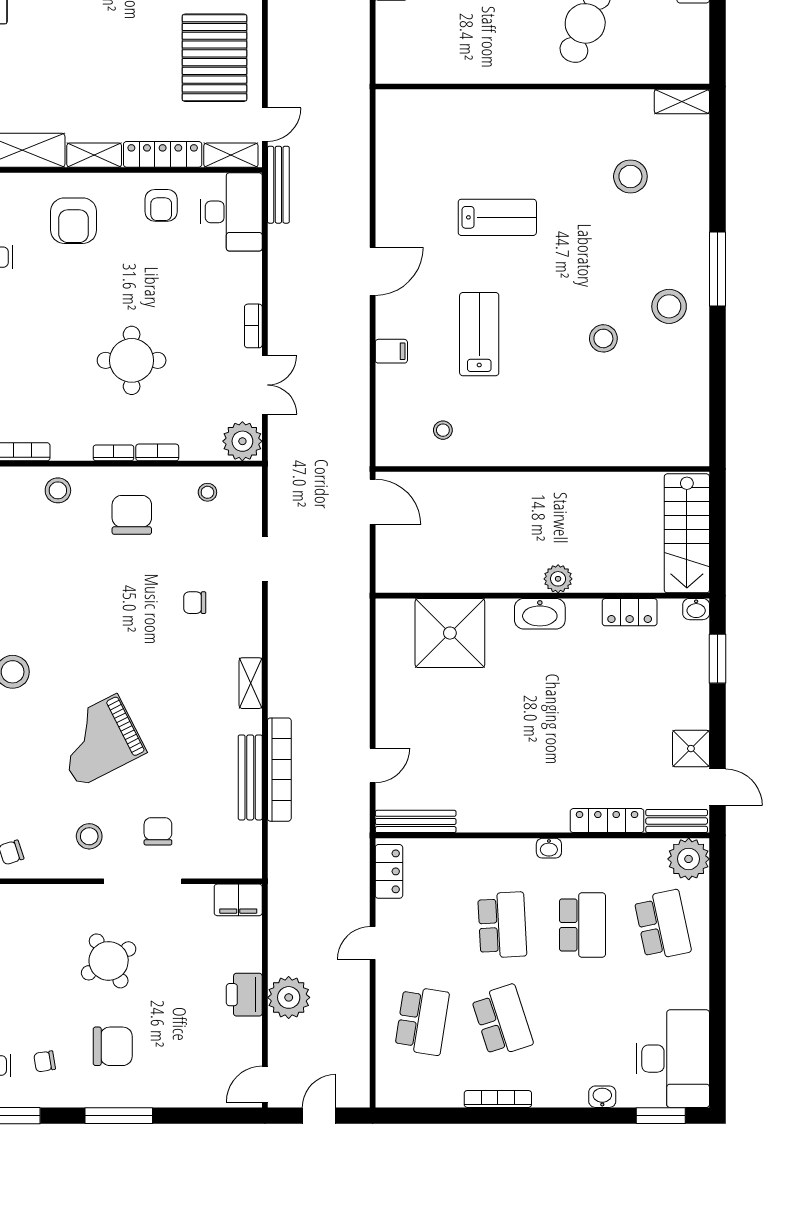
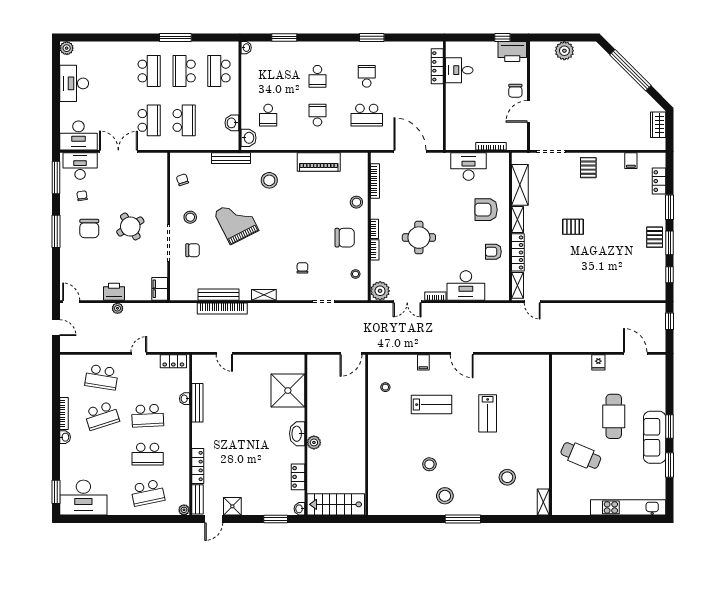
pallet: (214, 58) -> (573, 227), moved, width x0.49, depth x0.50
bench: (278, 185) -> (503, 308), removed
desk: (231, 212) -> (466, 285), moved
bench: (416, 821) -> (197, 403), moved
washbasin: (549, 848) -> (184, 399), moved
plant: (689, 859) -> (184, 510), width x0.53, depth x0.53
door: (373, 943) -> (139, 353), hinge flipped
plant: (289, 997) -> (117, 308), width x0.53, depth x0.53
washbasin: (602, 1097) -> (65, 437), moved

